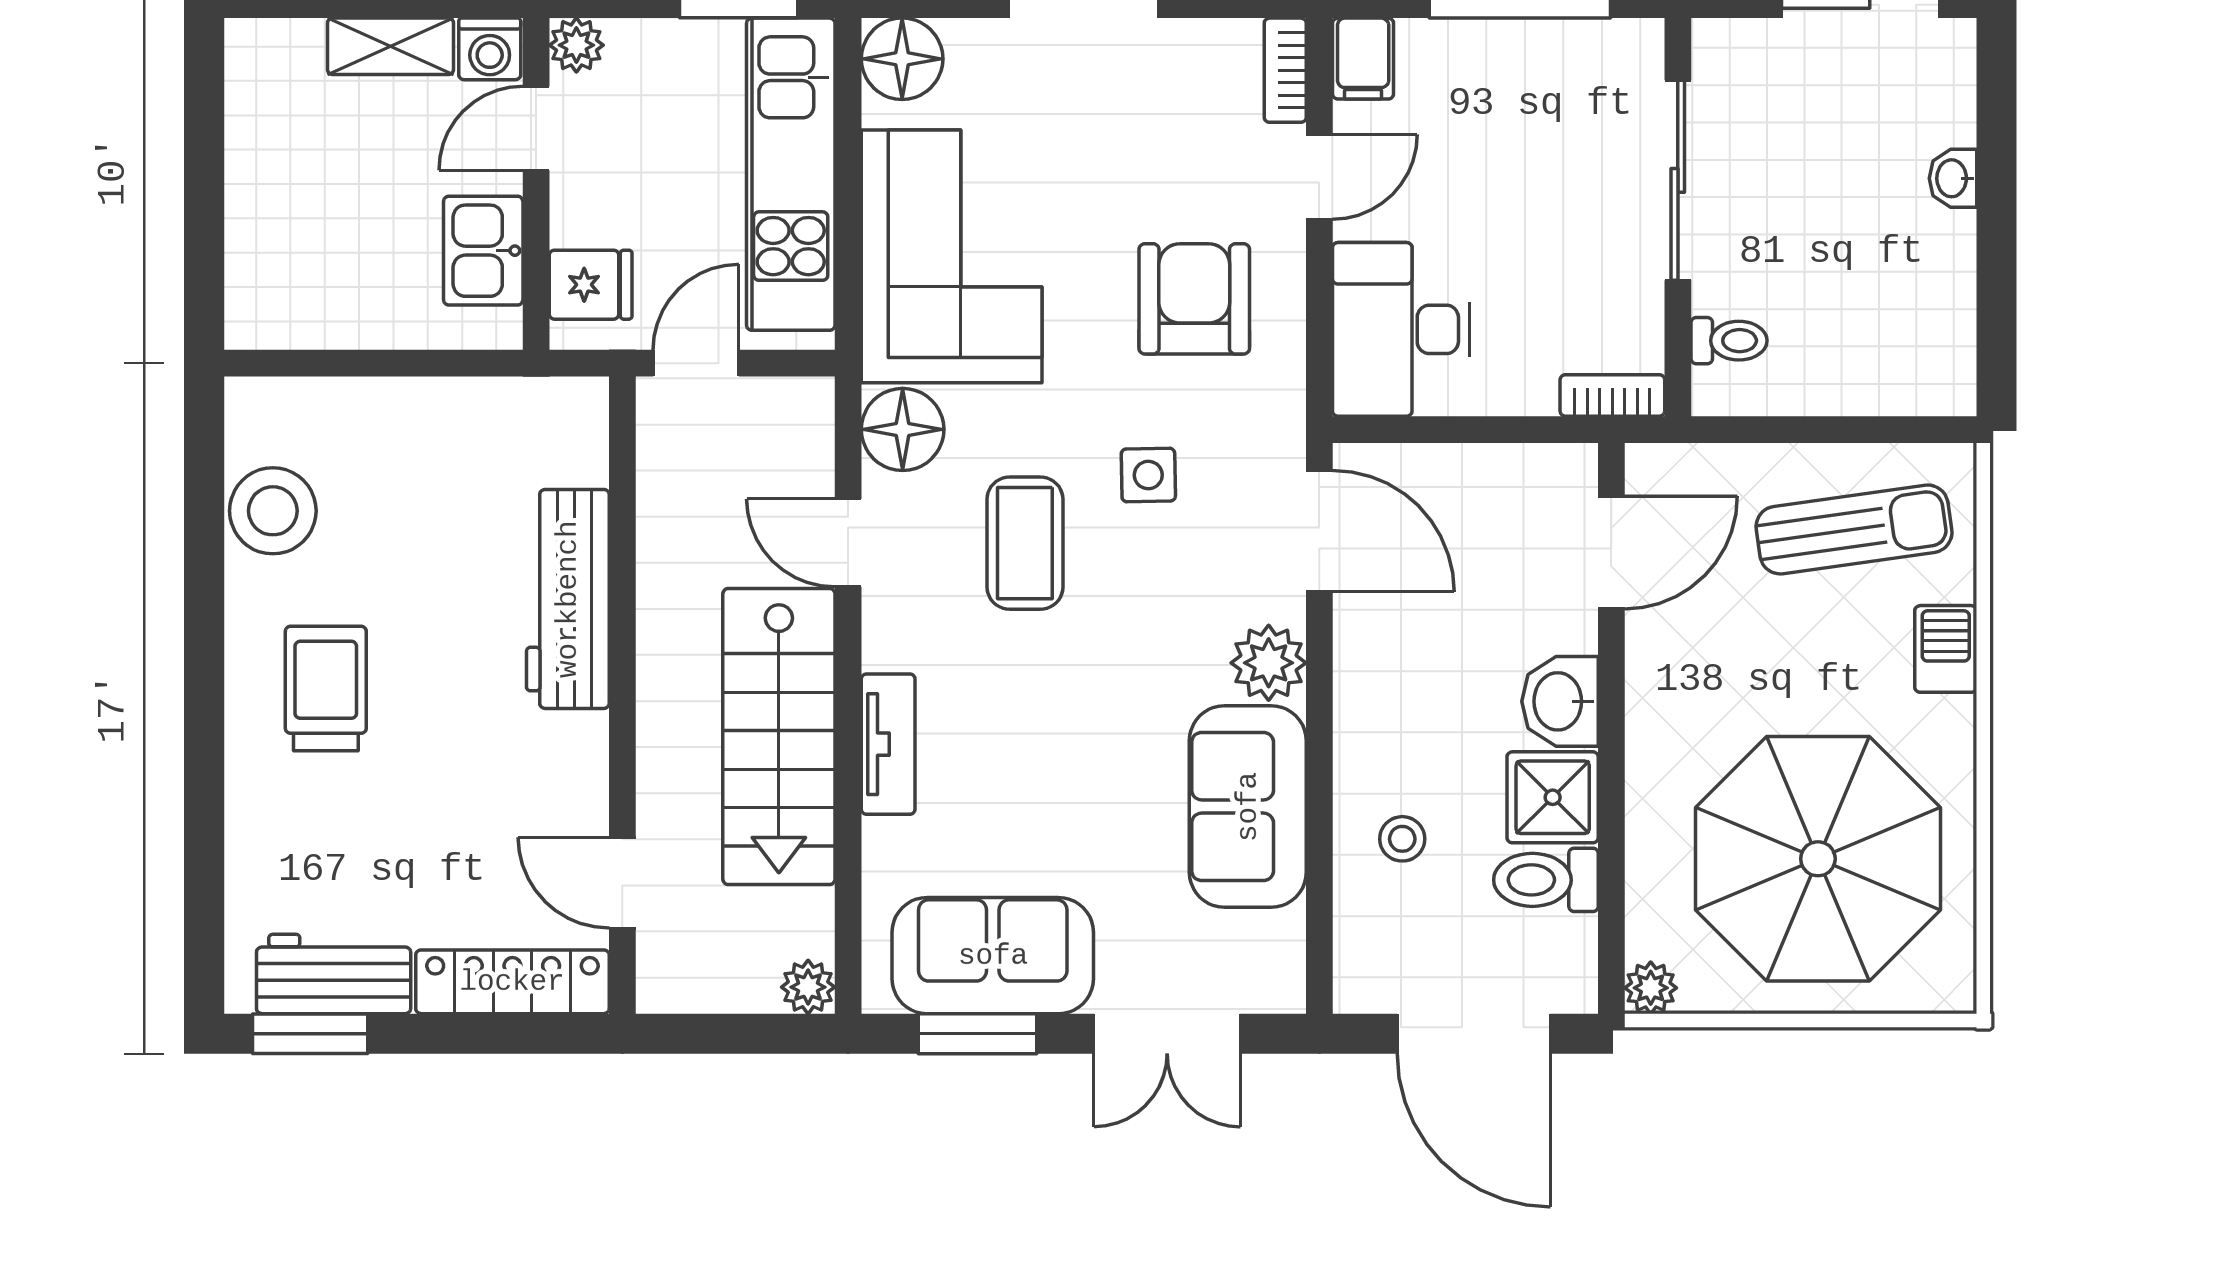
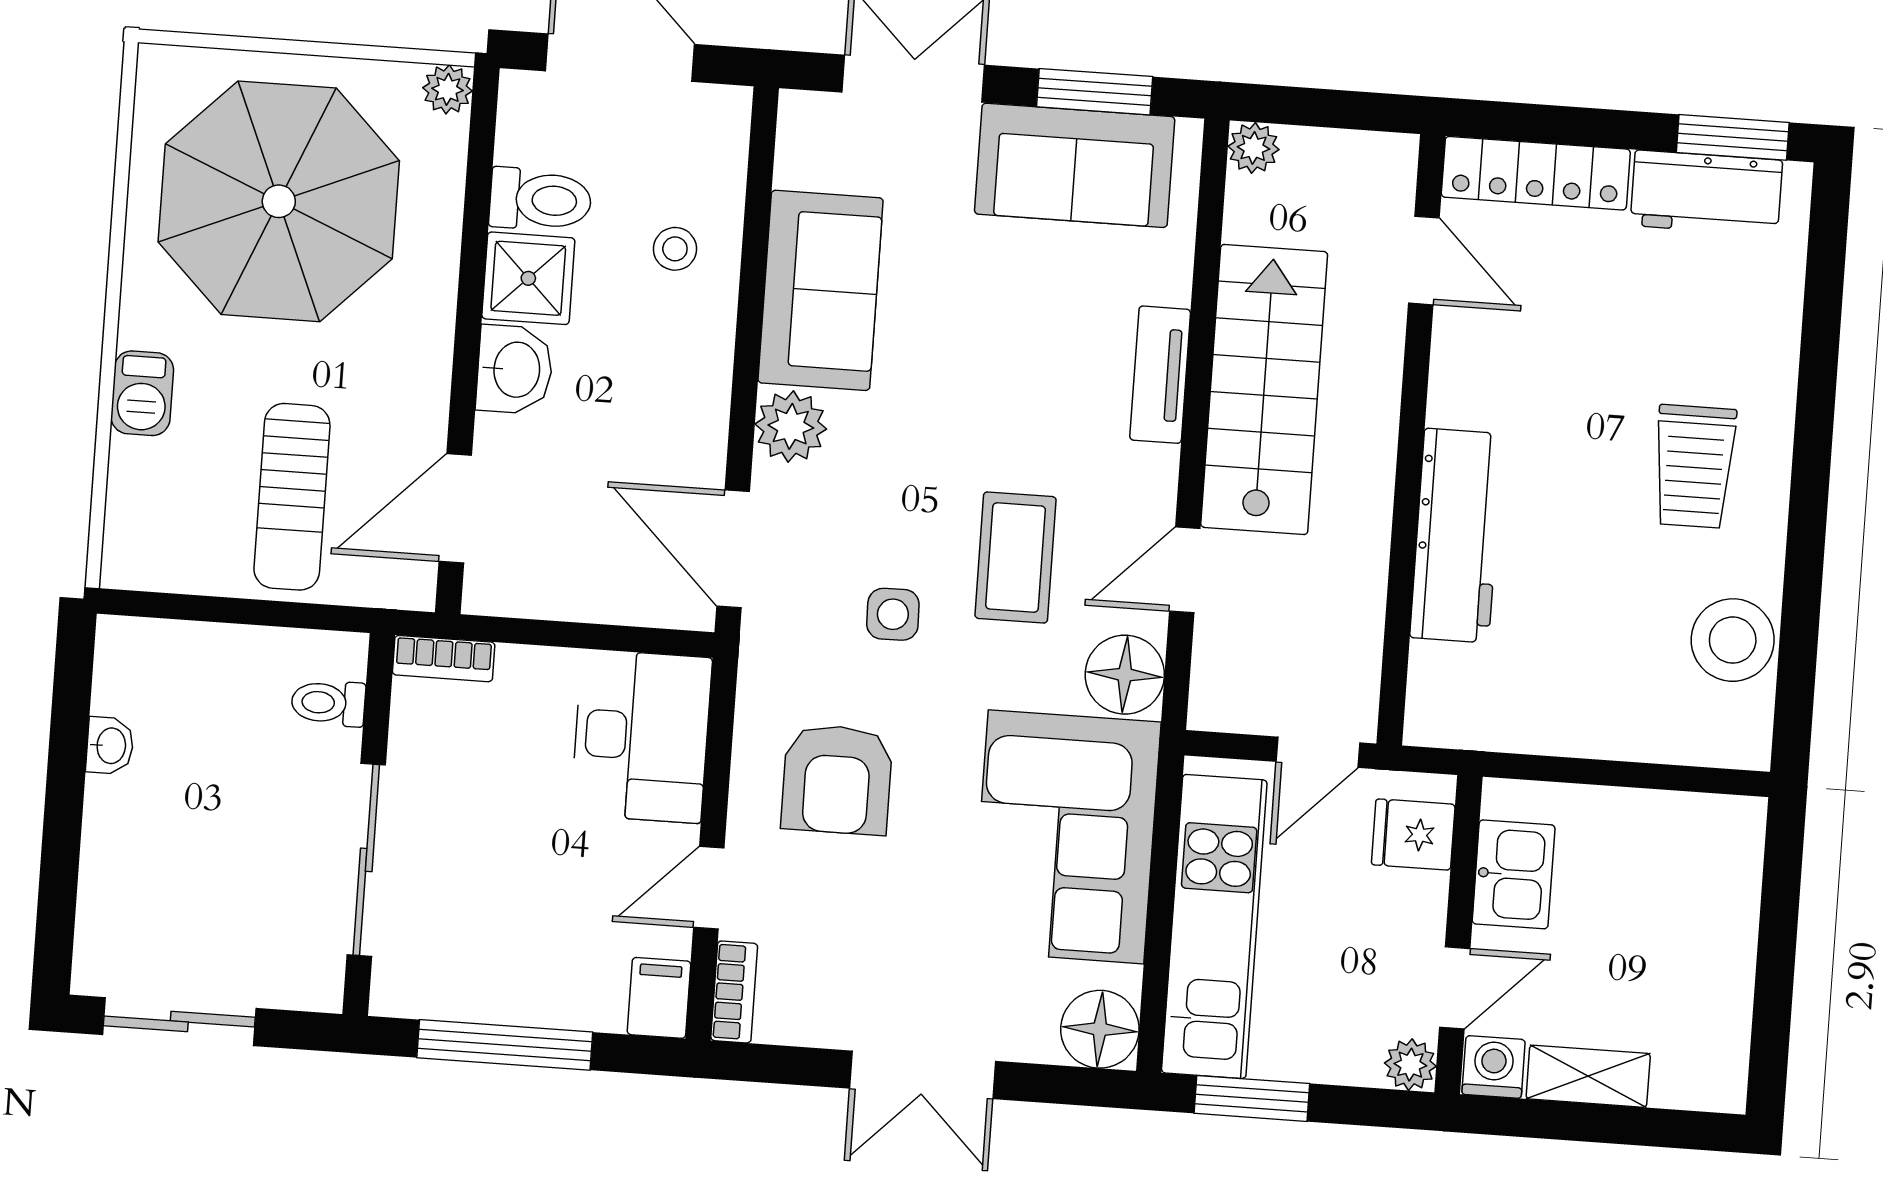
washbasin: (1953, 178) -> (110, 746), moved
sun lounger: (1854, 529) -> (292, 497), moved, turned -82
door: (848, 543) -> (1185, 570), swing flipped

